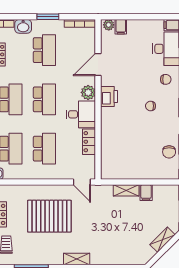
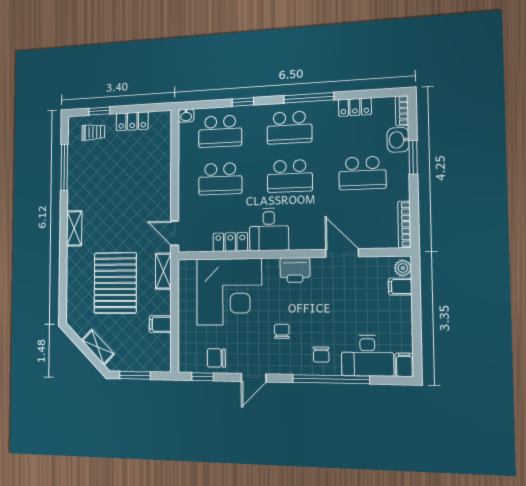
window: (48, 17) -> (413, 157), moved
plant: (88, 92) -> (301, 239), removed
corner desk: (124, 143) -> (229, 292), added
door: (82, 182) -> (175, 233), hinge flipped
shelving: (126, 190) -> (163, 271), moved
pallet: (49, 216) -> (115, 283), moved

